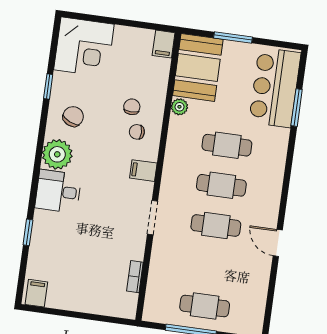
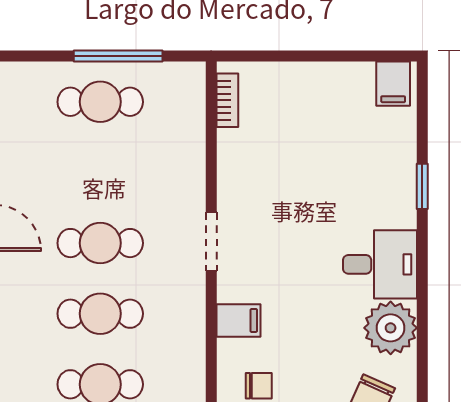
bookcase: (135, 277) -> (227, 100), moved

